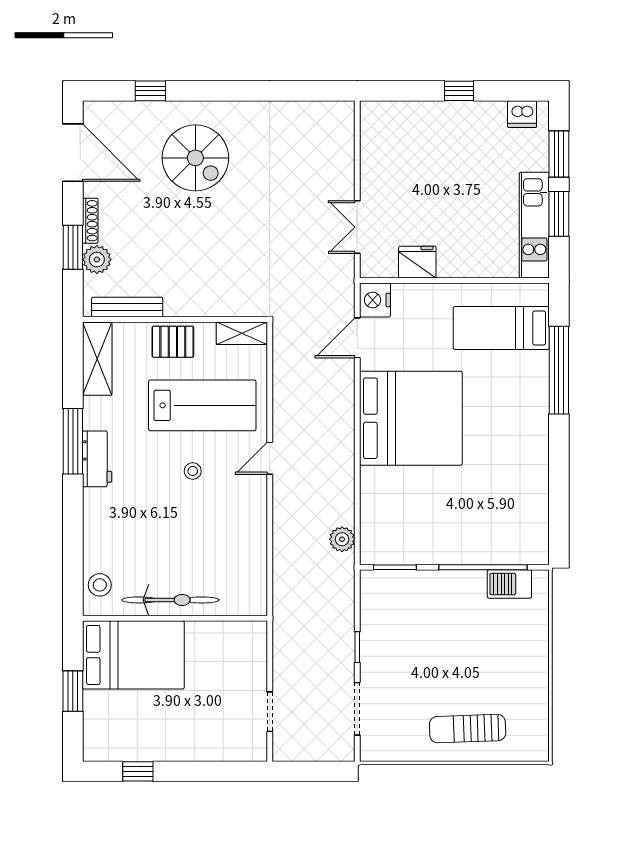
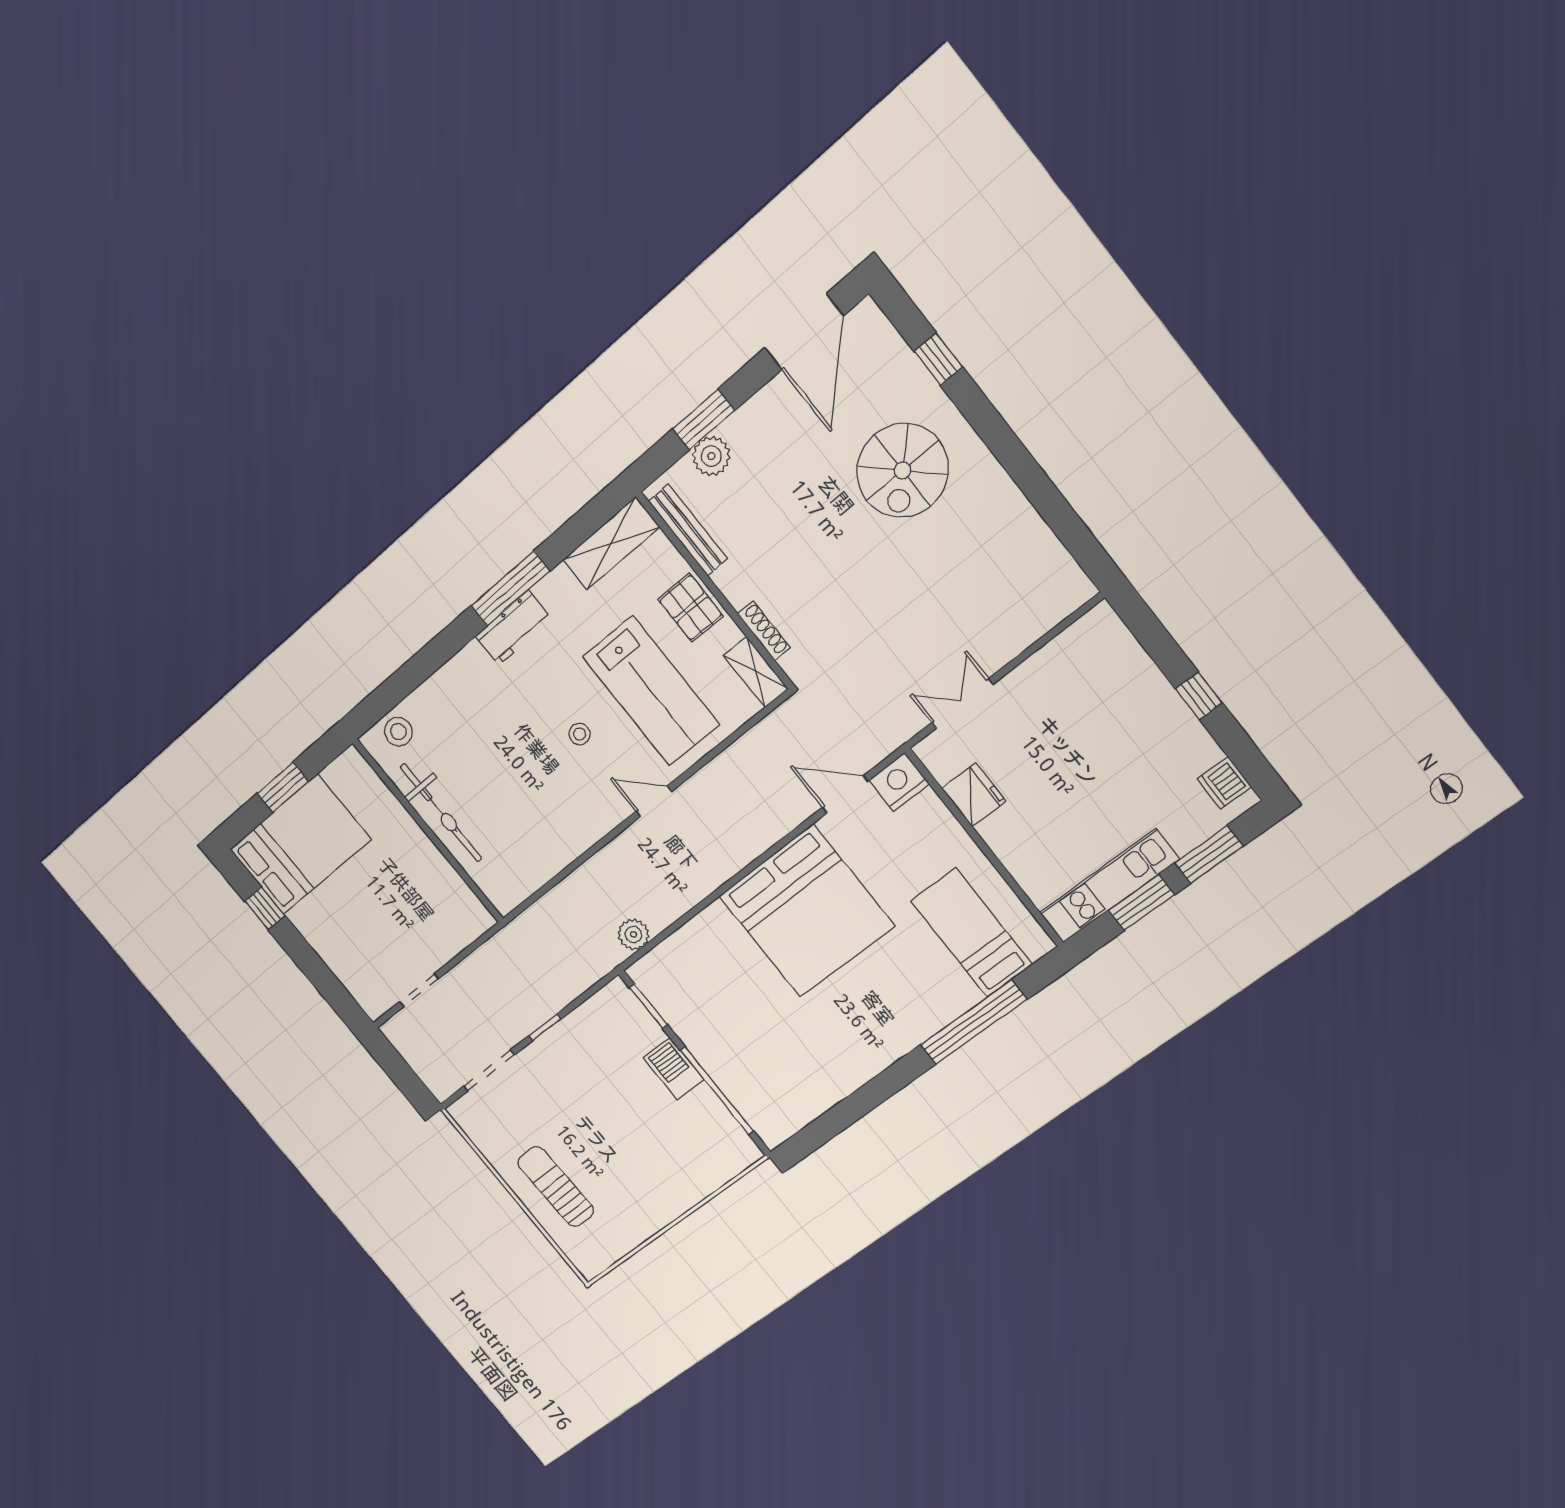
shoe rack: (90, 221) -> (764, 631), moved, turned -90
barbecue: (509, 584) -> (674, 1069), moved
bed: (133, 655) -> (300, 844), moved, turned -90

